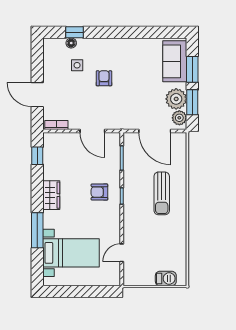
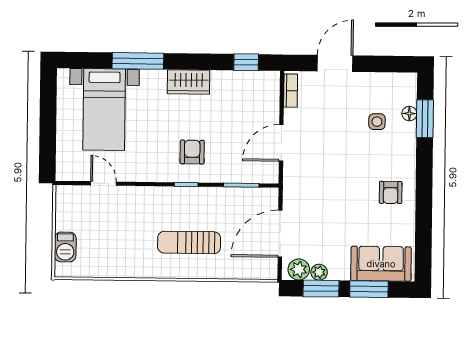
window: (75, 32) -> (425, 119), width x1.50
armchair: (104, 78) -> (391, 192), moved, turned 90
plant: (176, 99) -> (319, 272), width x0.53, depth x0.53

